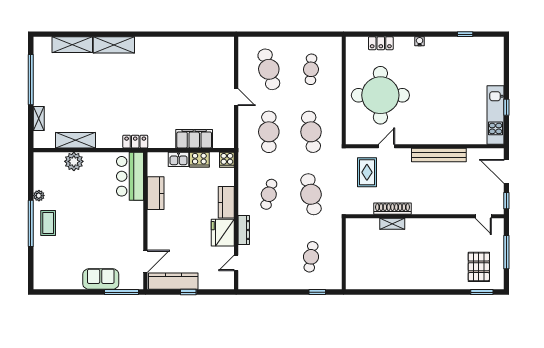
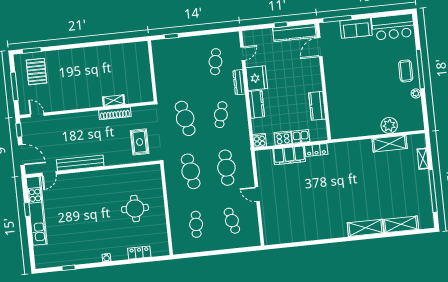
cafe table: (269, 69) -> (232, 221), width x0.73, depth x0.74
round table: (380, 95) -> (135, 209), width x0.54, depth x0.54
kitchen unit: (496, 115) -> (37, 211), width x1.36
locker: (135, 142) -> (316, 150), moved
door: (387, 146) -> (49, 174), moved
bar counter: (130, 176) -> (393, 27), moved, turned 90
cafe table: (311, 257) -> (215, 62), moved

